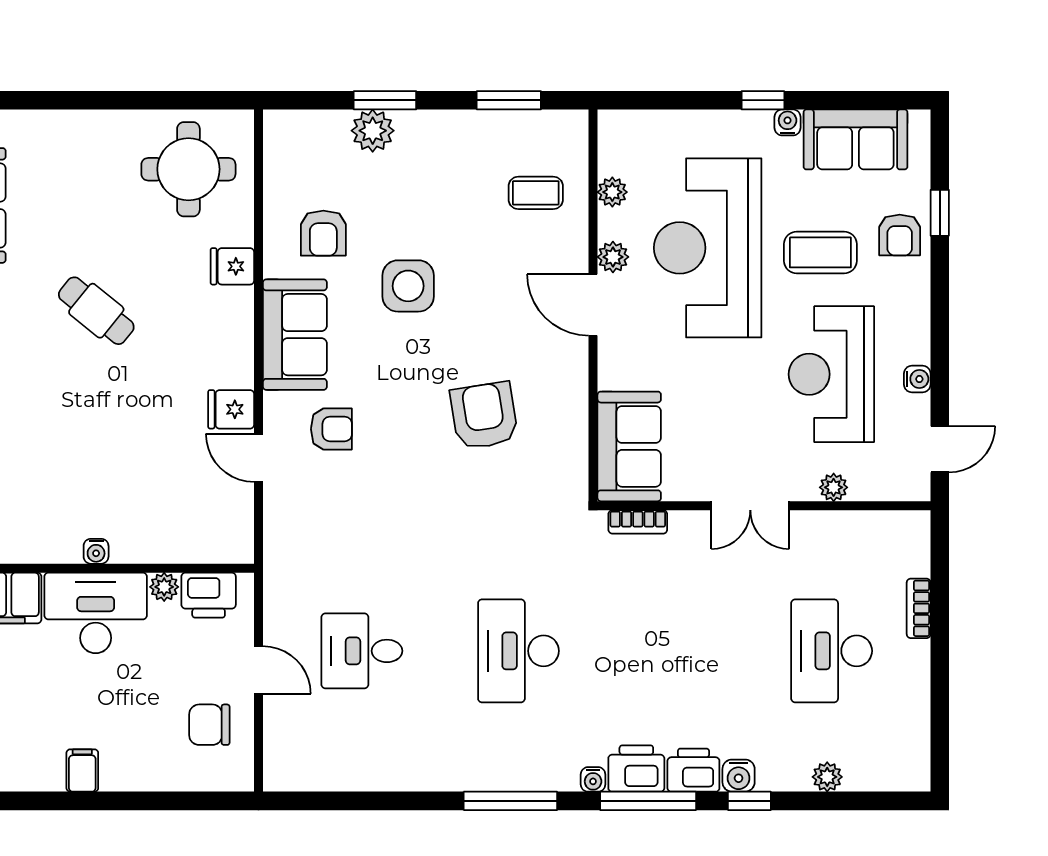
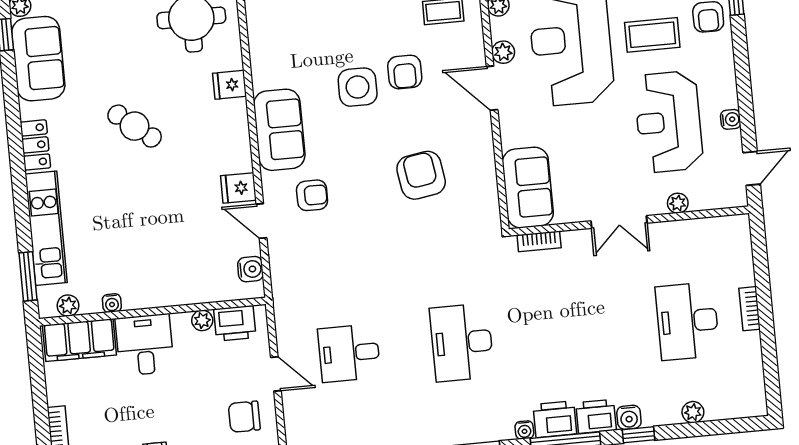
armchair: (323, 233) -> (405, 72), moved
water cooler: (237, 523) -> (250, 269), added
water cooler: (96, 551) -> (112, 303), moved
bookcase: (919, 608) -> (750, 309), moved
desk: (96, 613) -> (145, 345), width x0.73

